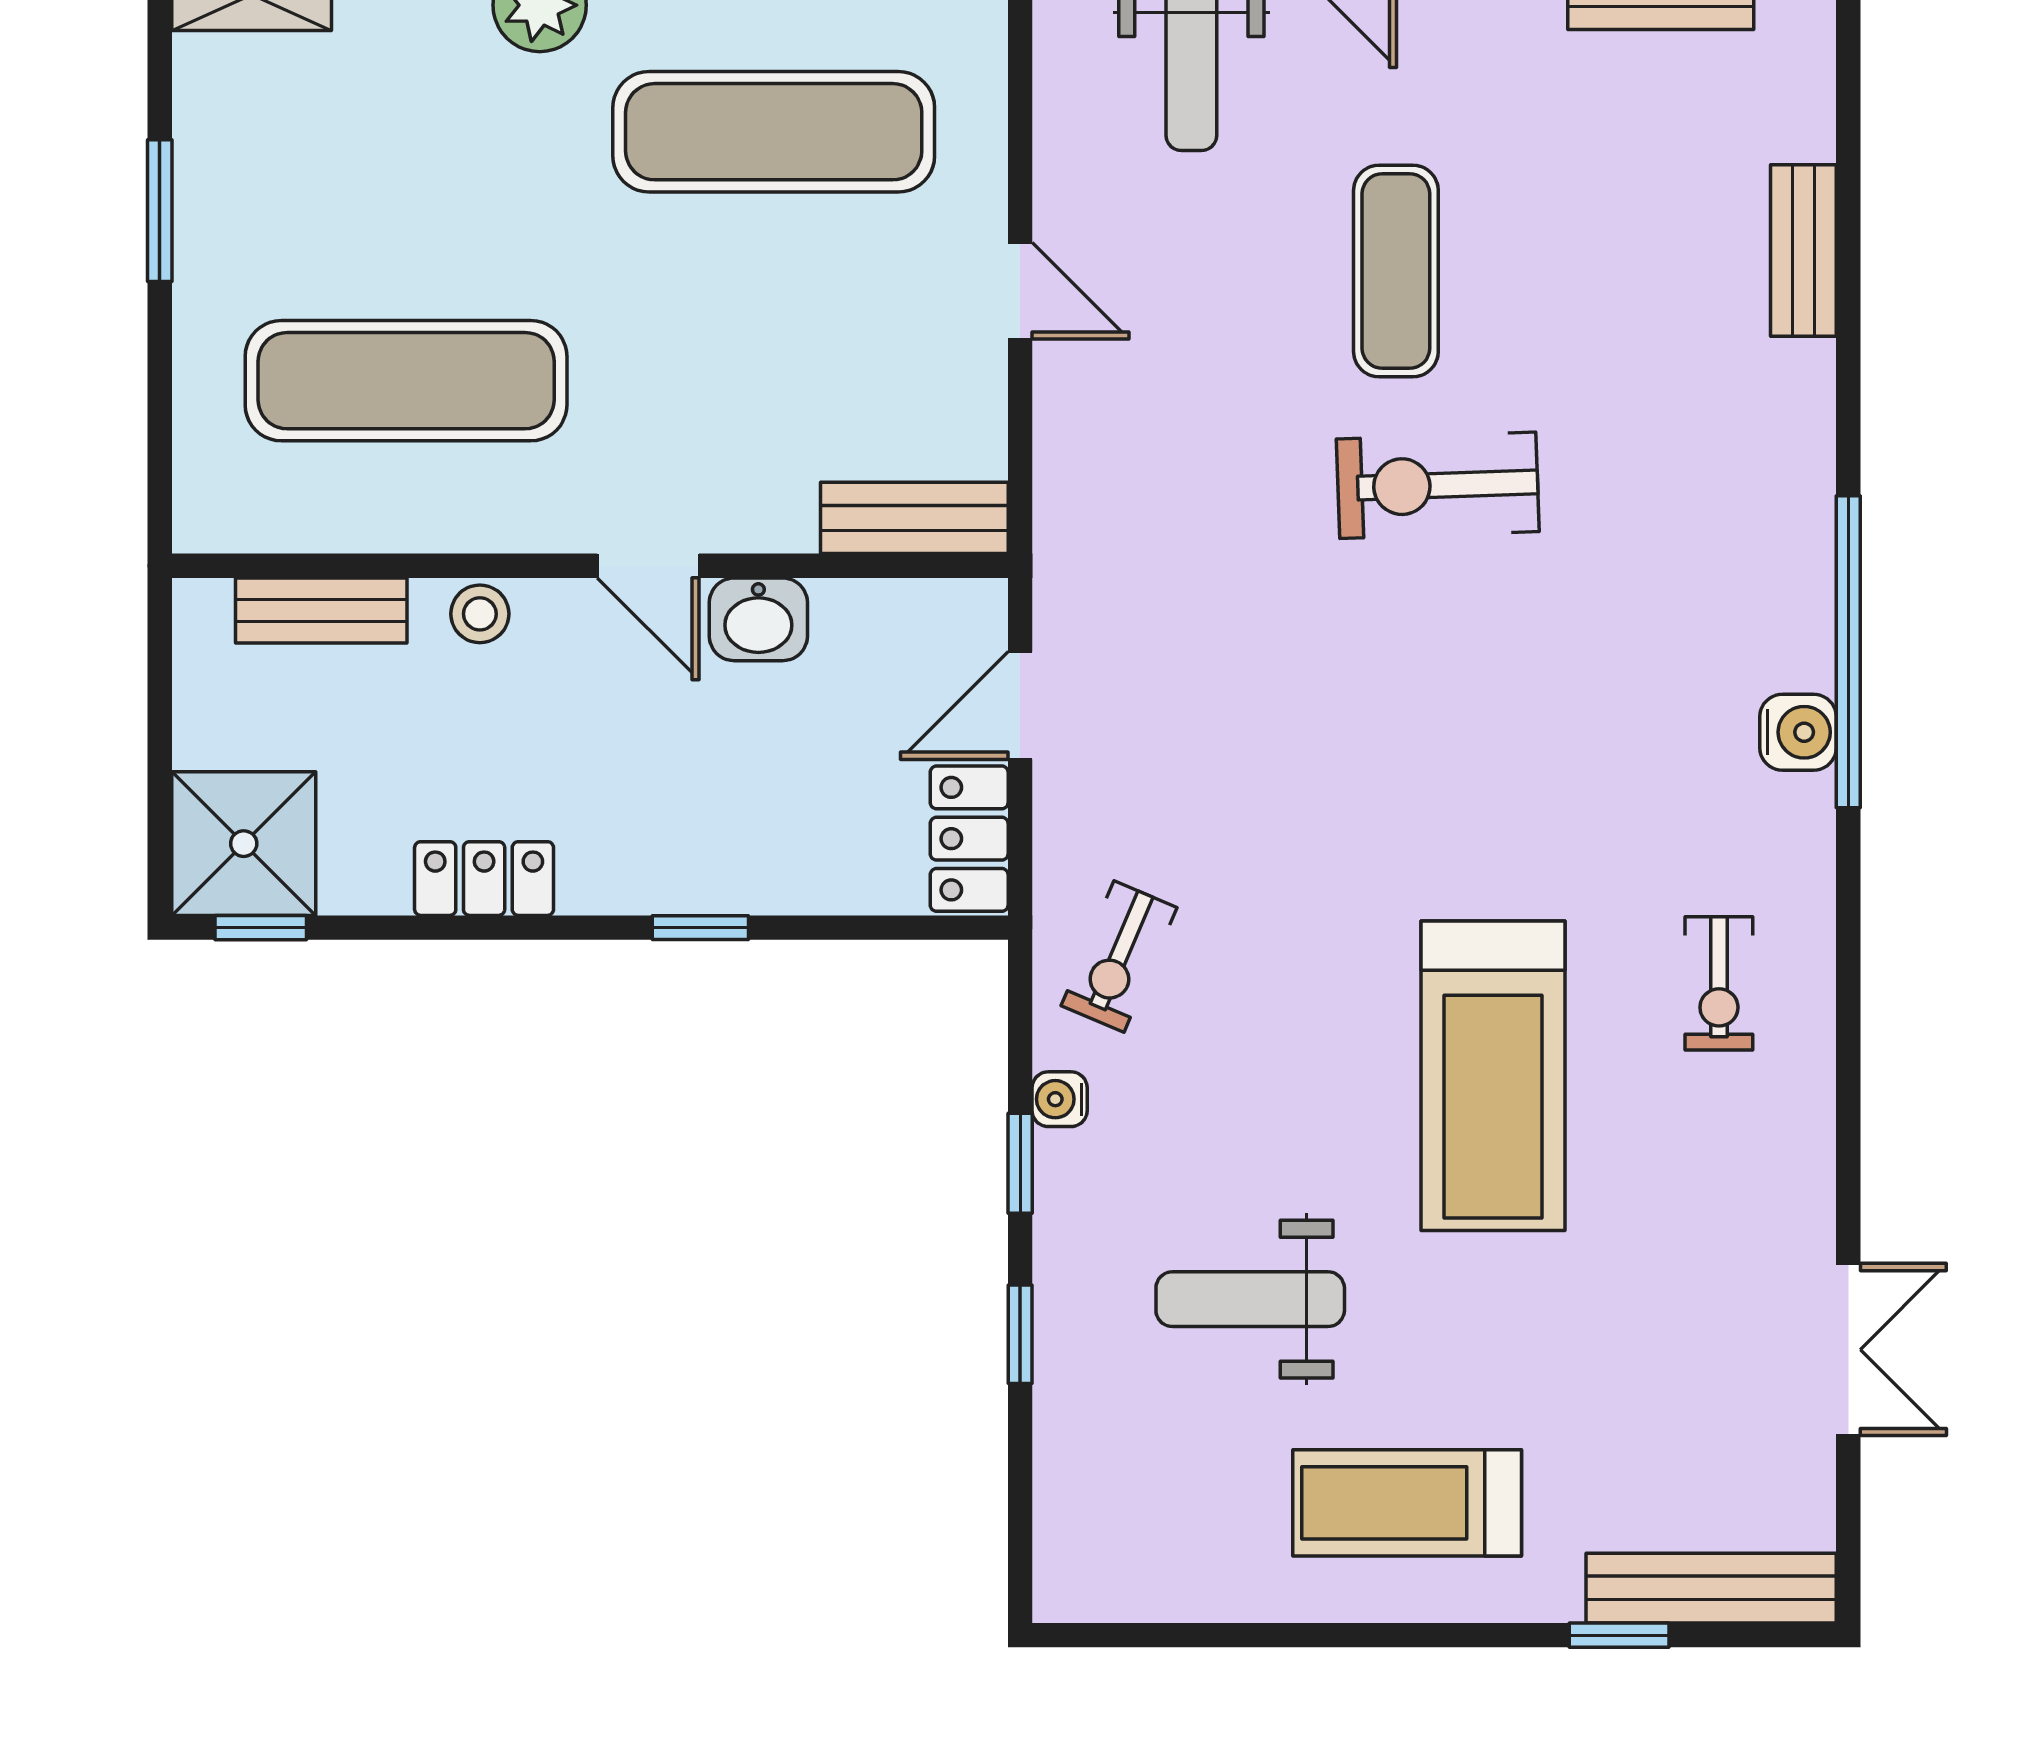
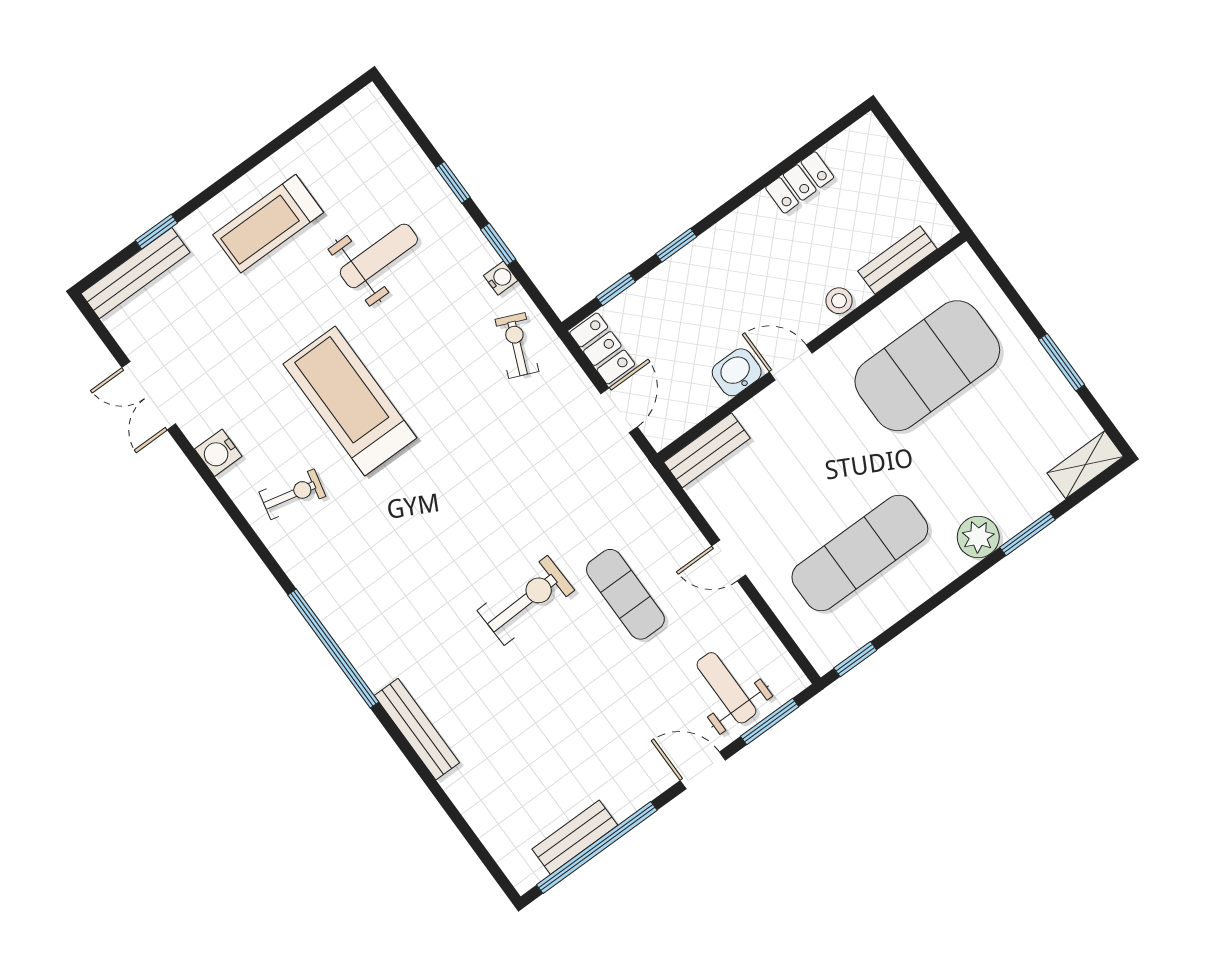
bench: (1803, 250) -> (417, 729), moved, width x1.36
exercise mat: (1396, 271) -> (625, 594), moved
exercise mat: (406, 381) -> (927, 366), width x1.47
water cooler: (1798, 732) -> (218, 453), moved
shower: (244, 844) -> (864, 155), removed
locker: (484, 879) -> (800, 182), moved
window: (261, 928) -> (616, 289), moved
exercise bike: (1719, 983) -> (292, 494), turned 103
treadmill: (1407, 1503) -> (268, 224), turned 180

